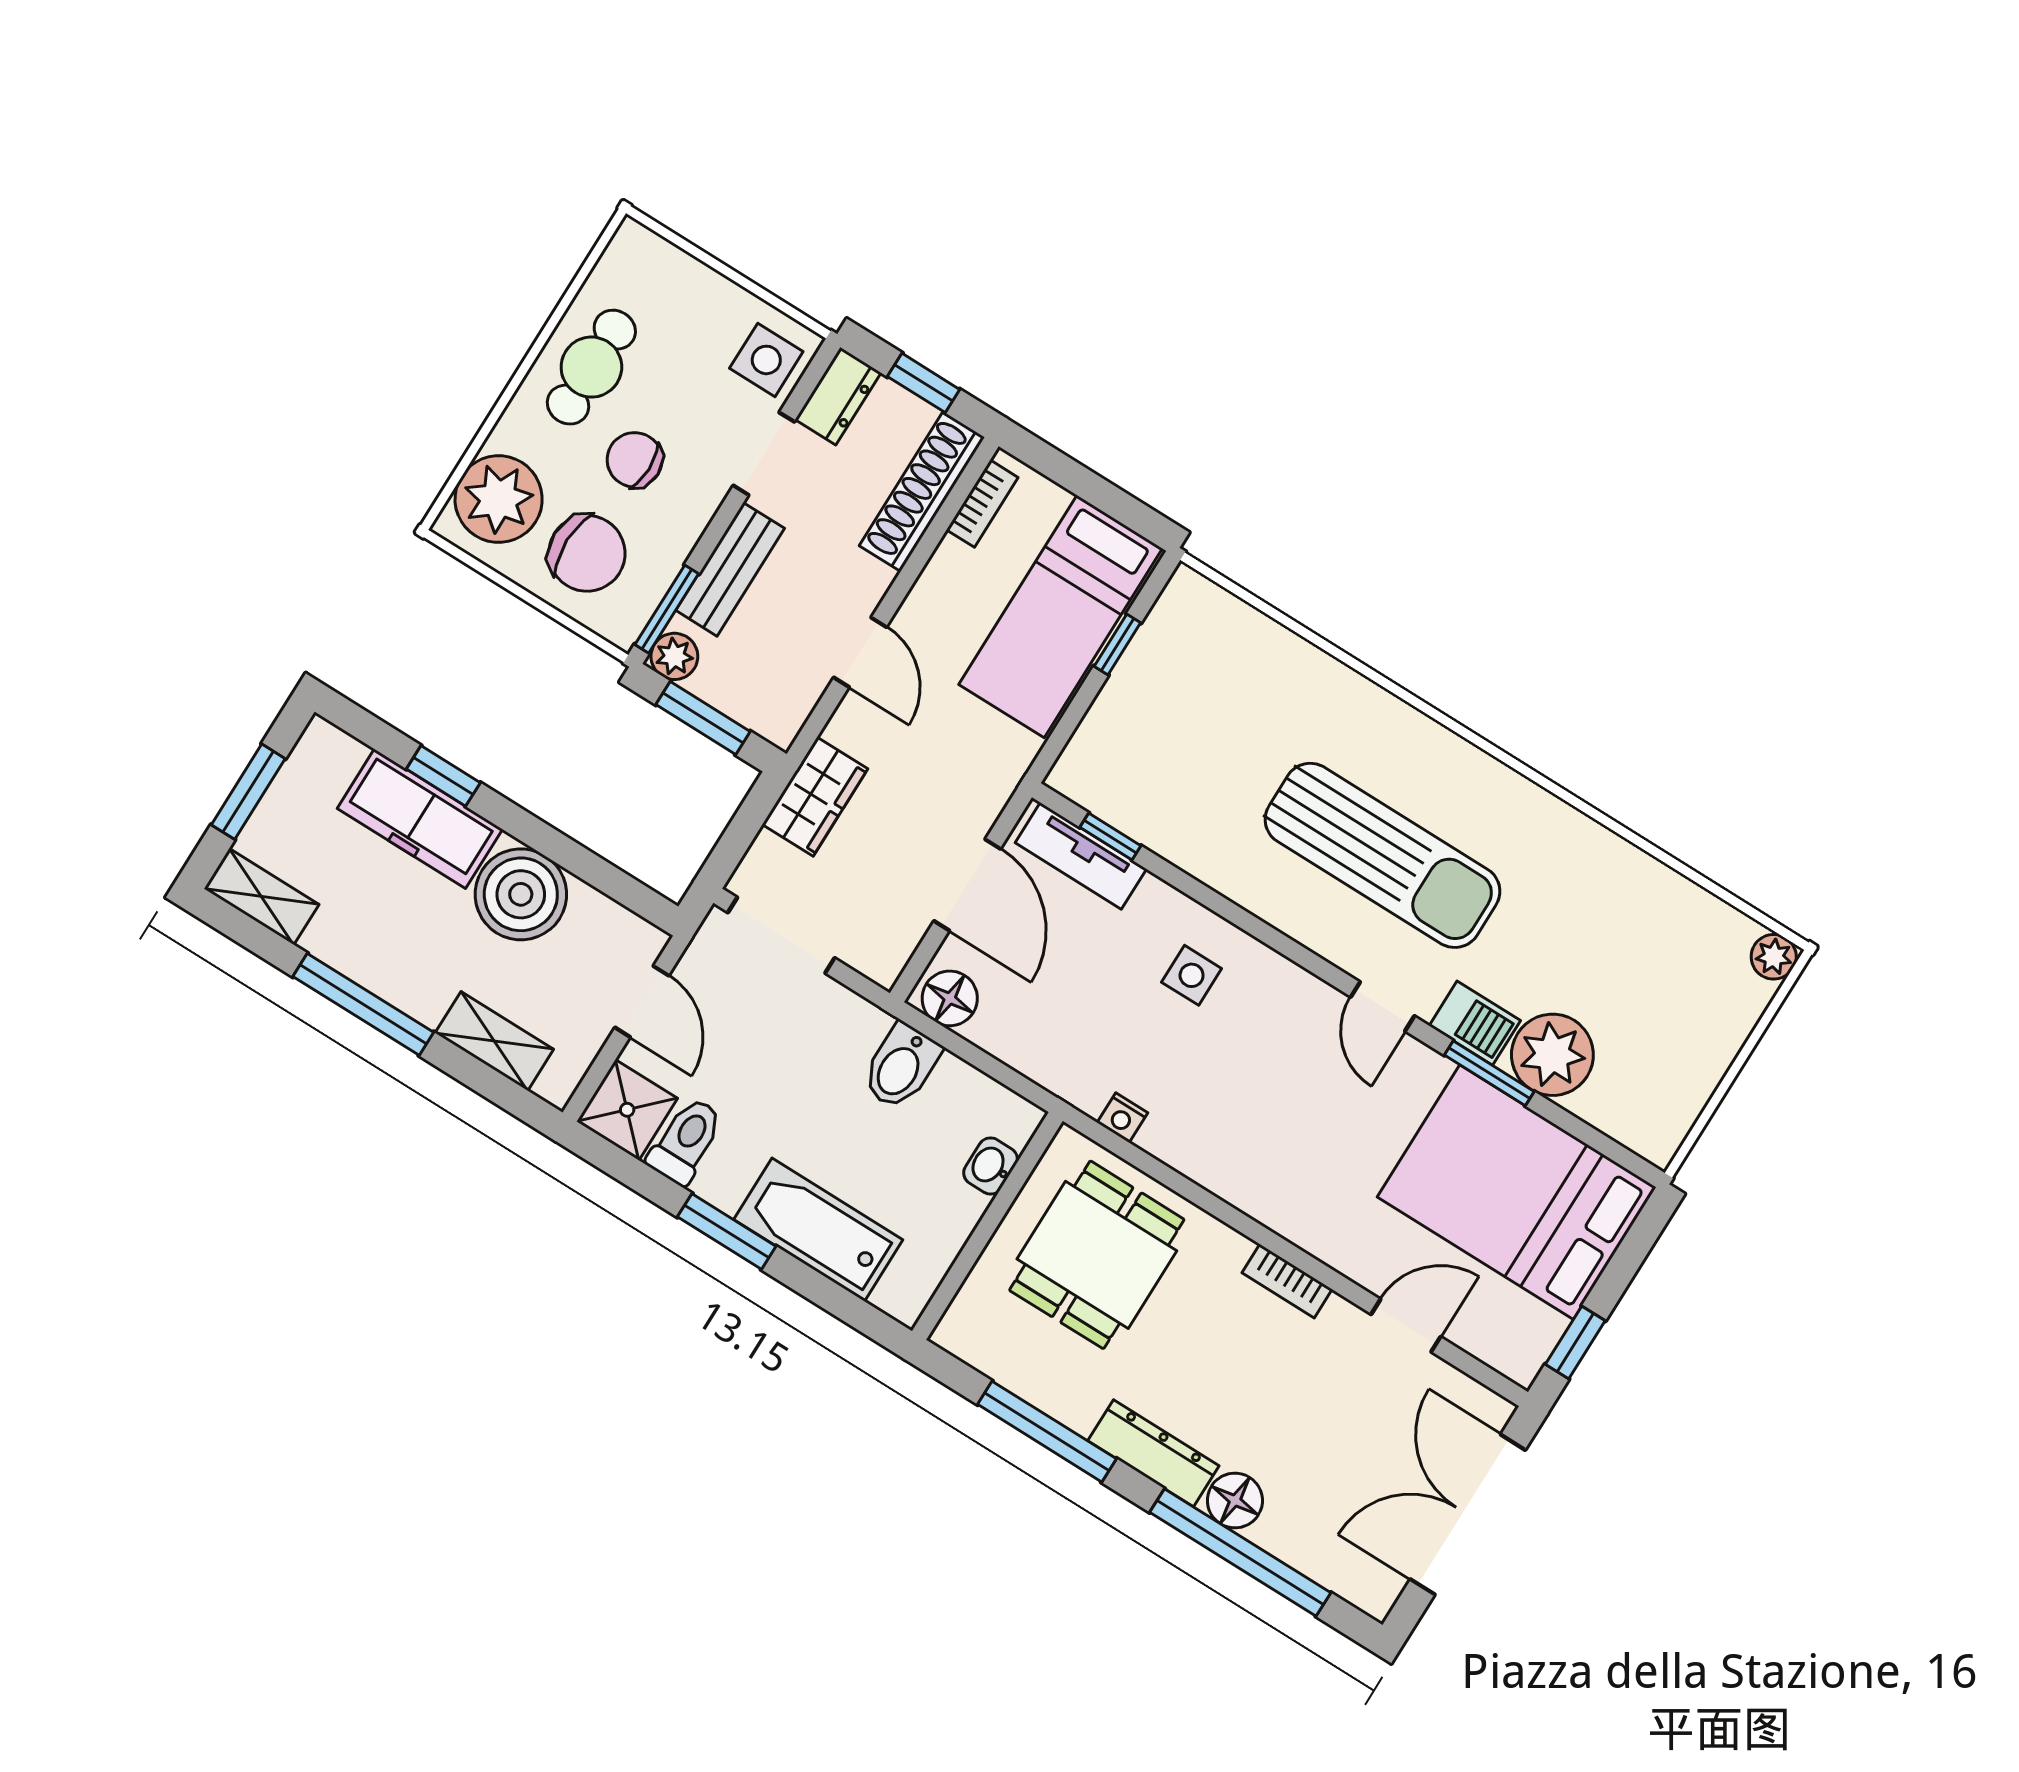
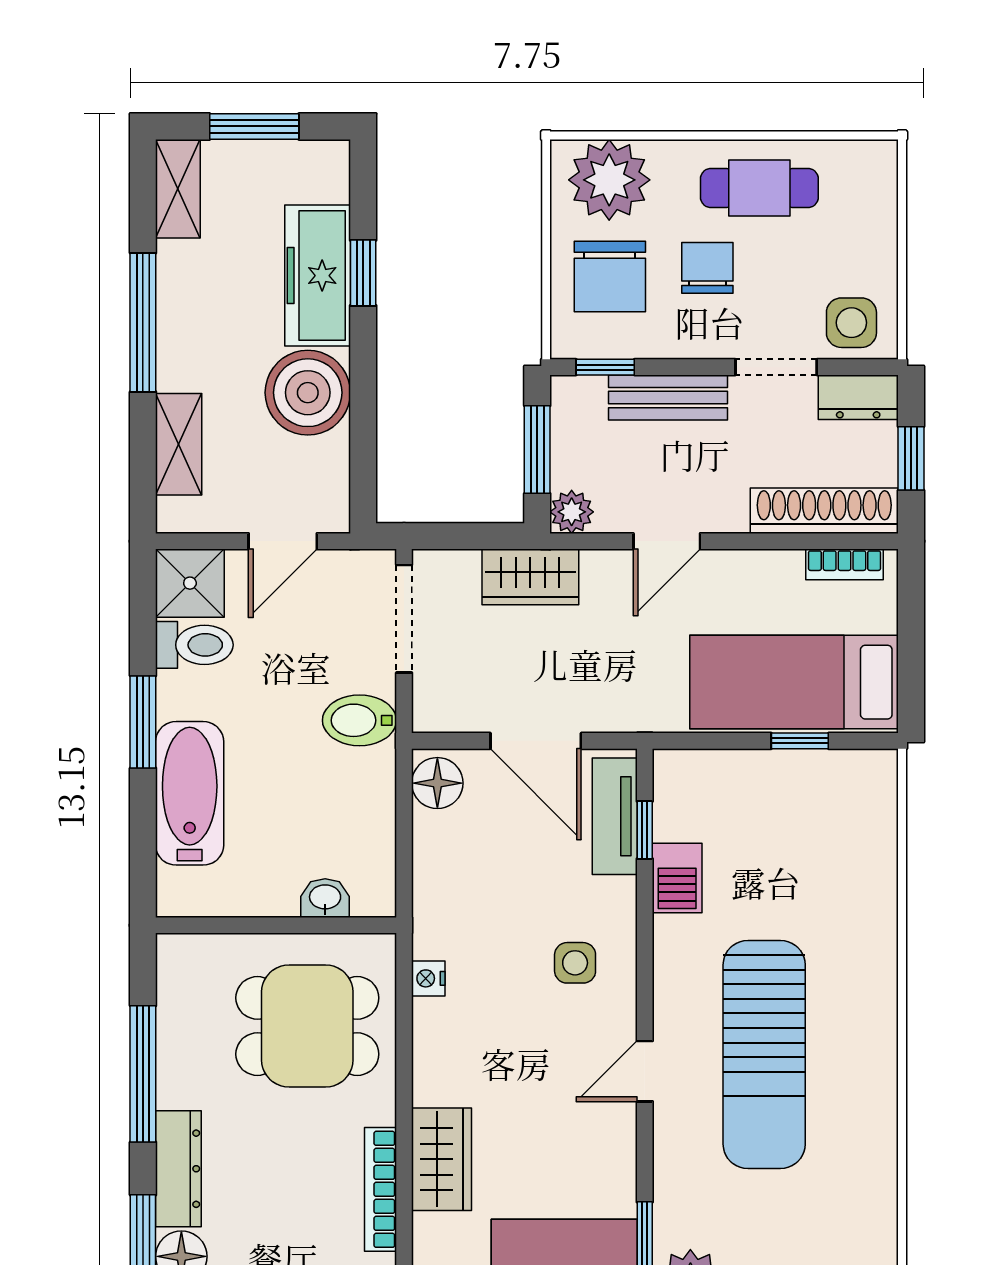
window: (667, 609) -> (605, 367), width x0.67
plant: (674, 656) -> (572, 512), moved
door: (967, 885) -> (536, 741), hinge flipped
door: (1383, 1007) -> (645, 1071), moved
barbecue: (1475, 1023) -> (677, 878), moved
bidet: (901, 1066) -> (359, 720), moved
wardrobe: (1294, 1208) -> (442, 1159), added
bookcase: (1287, 1281) -> (381, 1189), width x1.56

